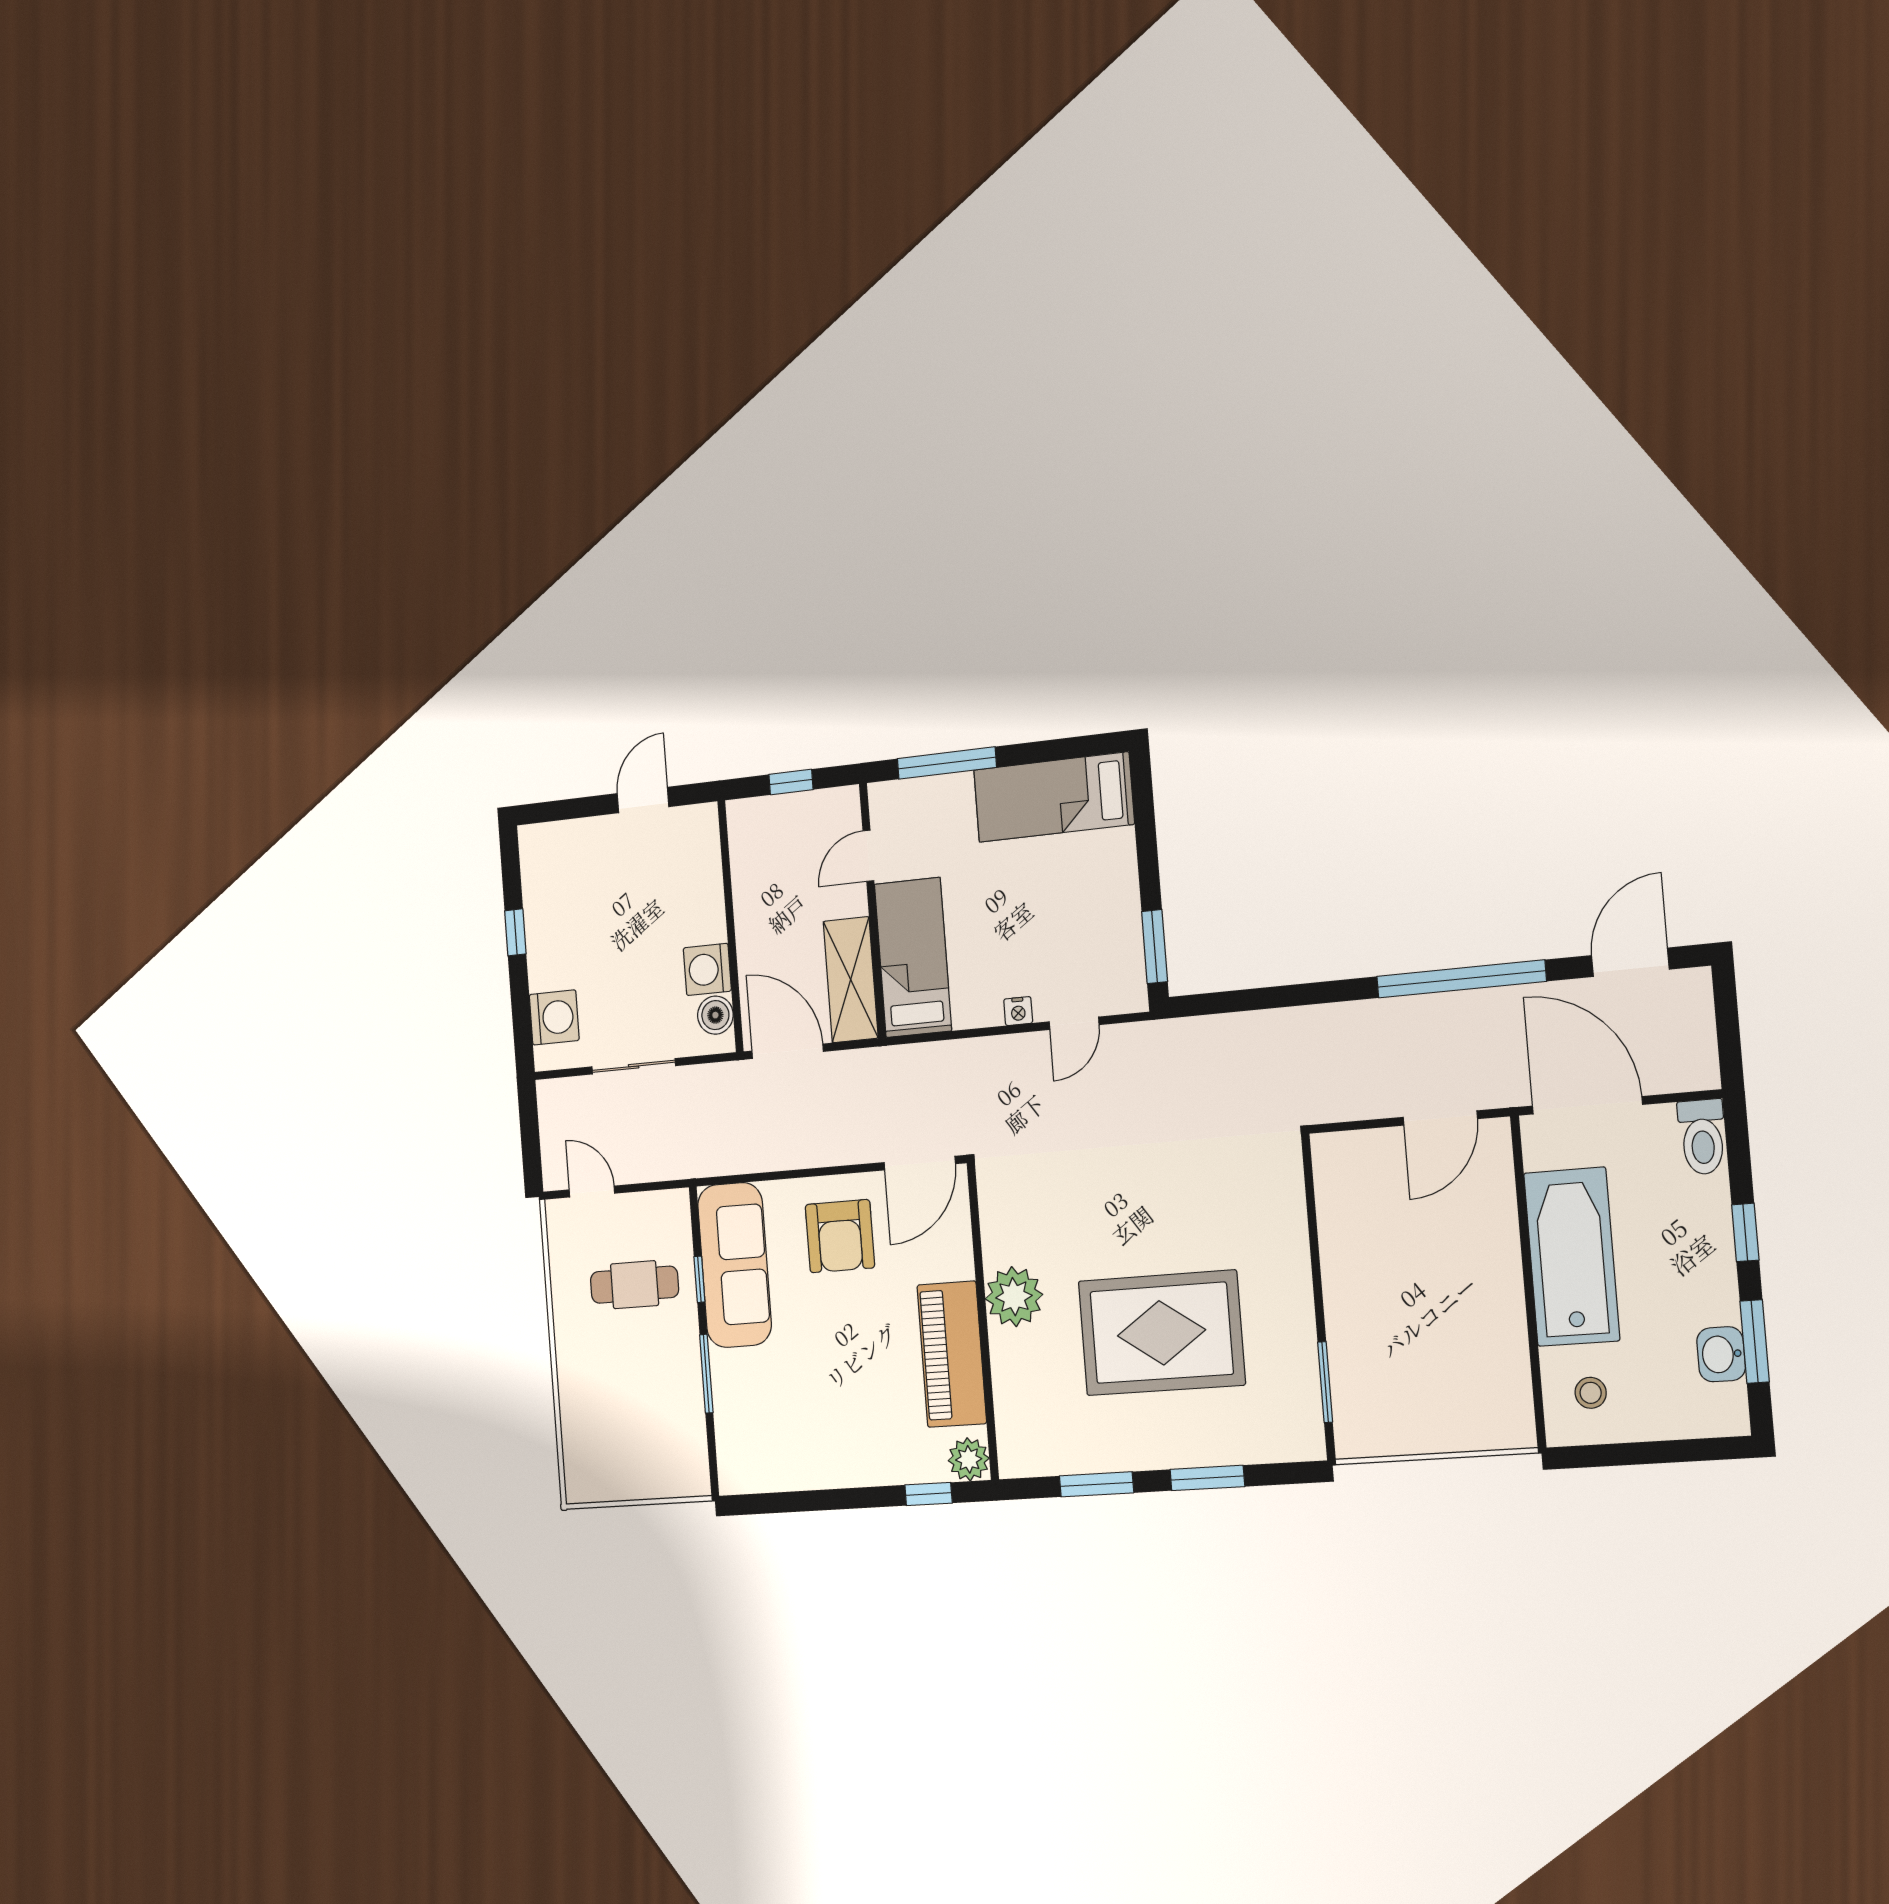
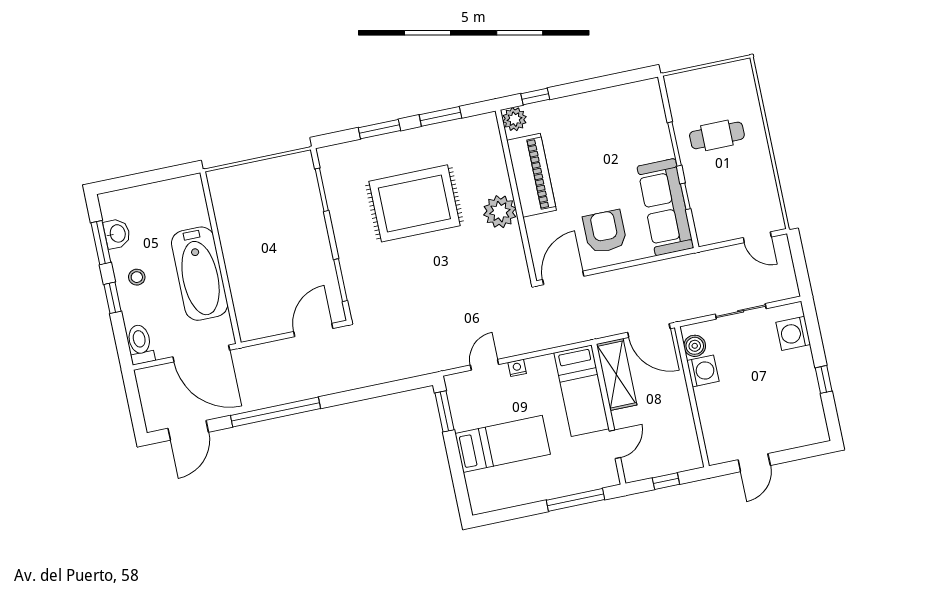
bed: (1054, 797) -> (503, 444), moved
door: (1440, 1118) -> (313, 330), moved
window: (1311, 1210) -> (341, 280), added
cafe table: (634, 1285) -> (717, 135), moved
stool: (1591, 1393) -> (137, 277), moved

